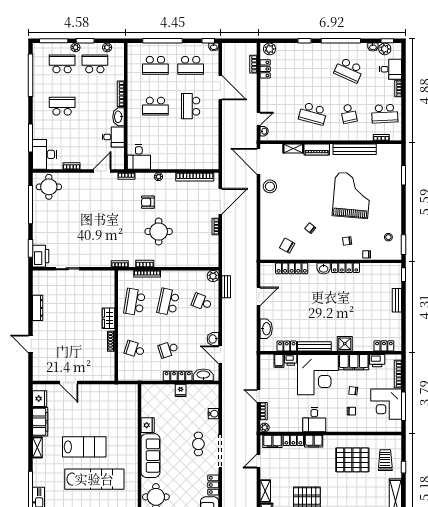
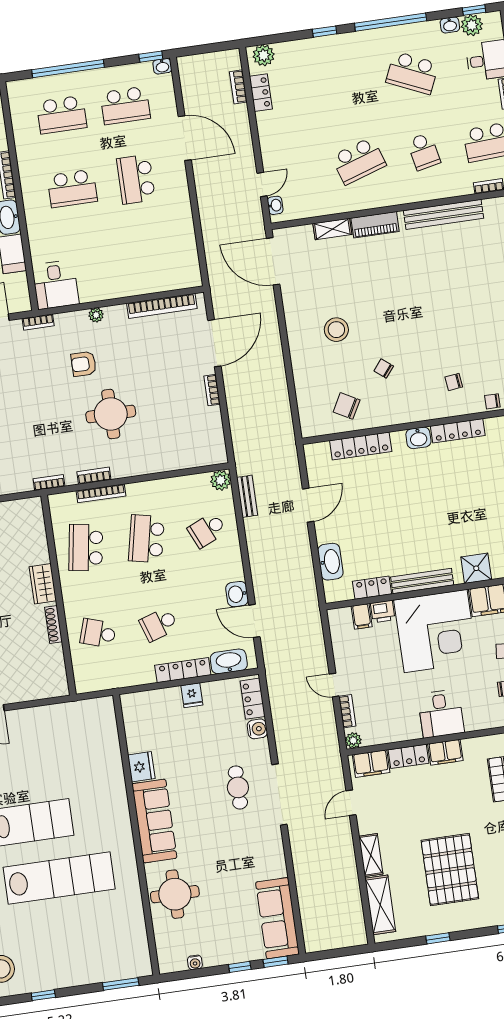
school desk: (313, 114) -> (359, 161), turned -33
stool: (270, 186) -> (336, 330), moved
grand piano: (352, 195) -> (450, 298), removed
school desk: (202, 302) -> (207, 530), turned -45
locker: (213, 485) -> (253, 699), moved

